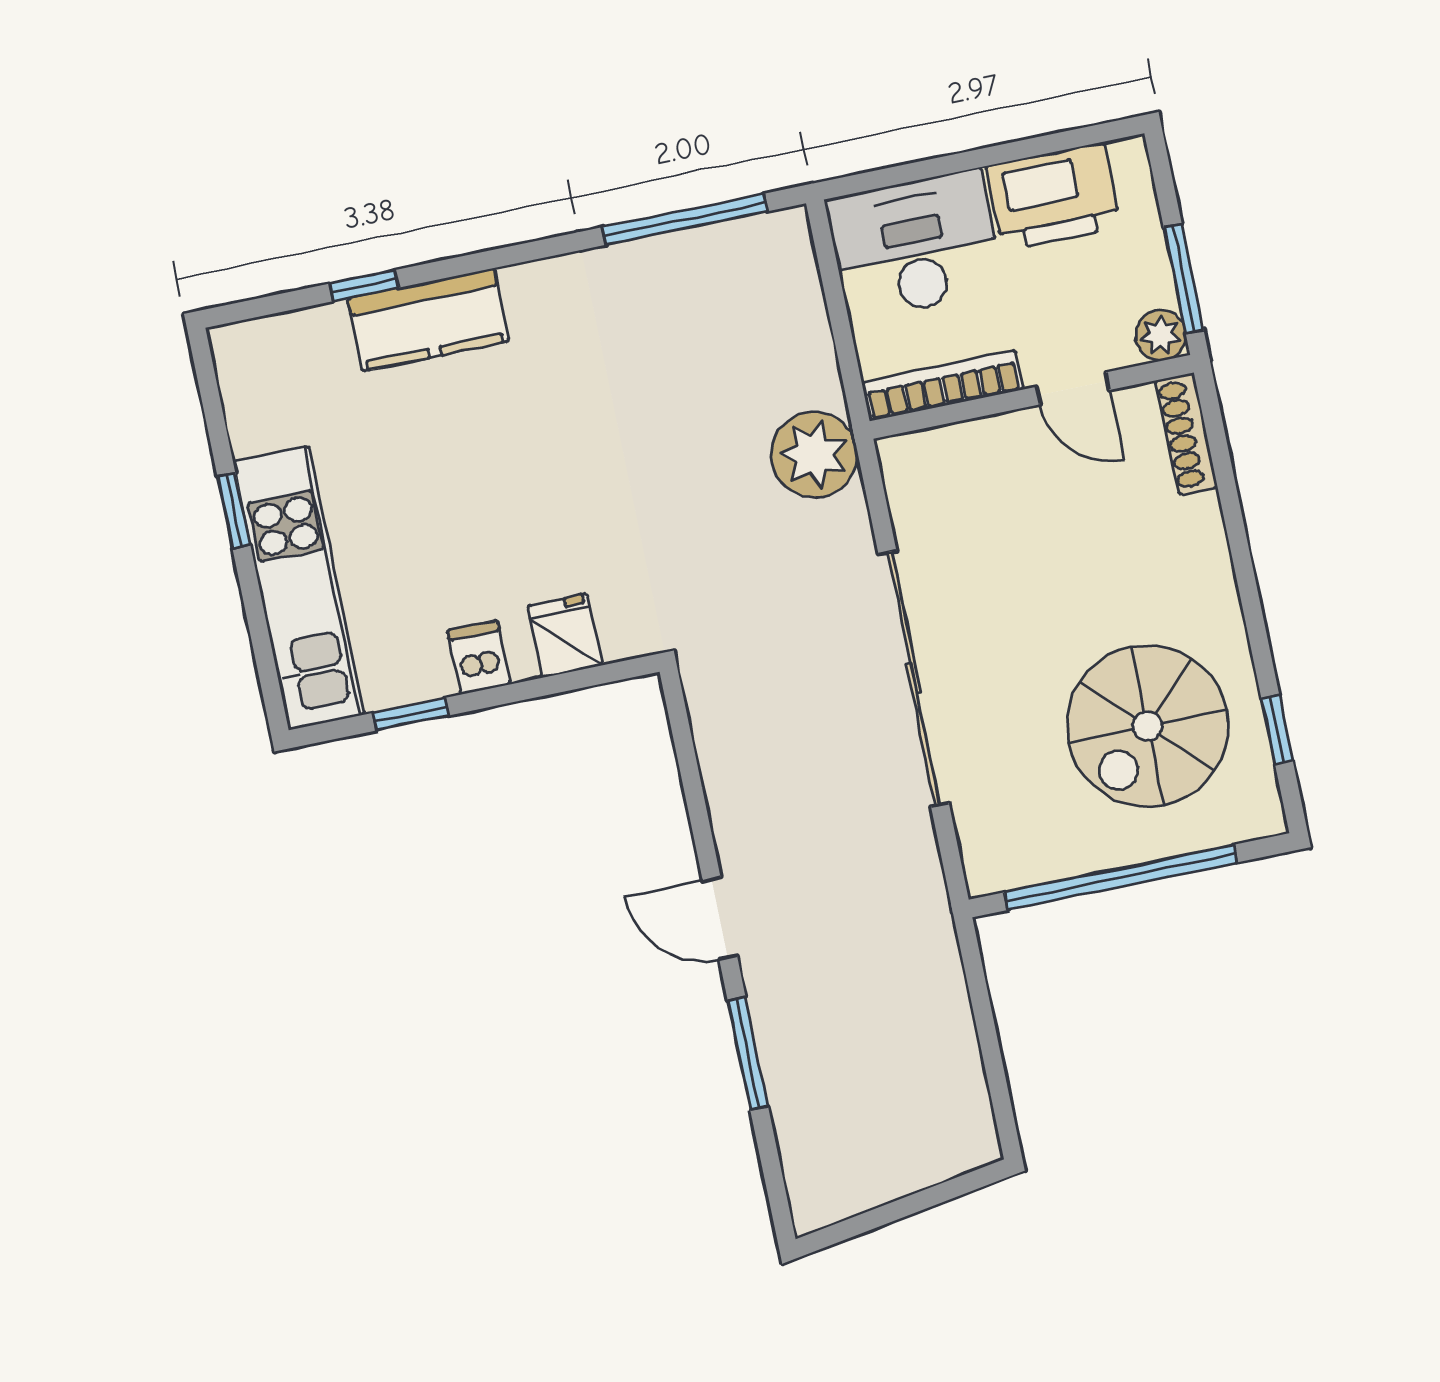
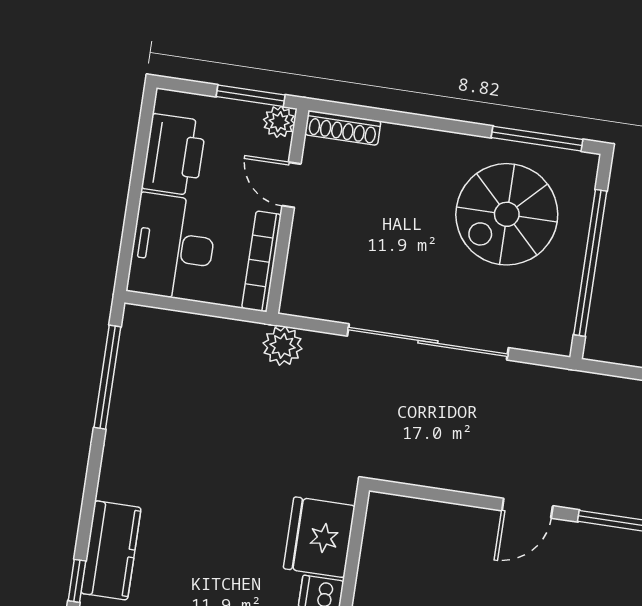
door: (1073, 388) -> (291, 185), swing flipped
plant: (814, 455) -> (283, 346), width x0.73, depth x0.73
fridge: (565, 636) -> (319, 537), width x1.88, depth x1.34
spiral stairs: (1147, 726) -> (507, 214), turned 90
window: (1277, 730) -> (537, 139), width x2.17

